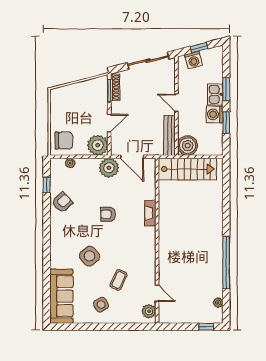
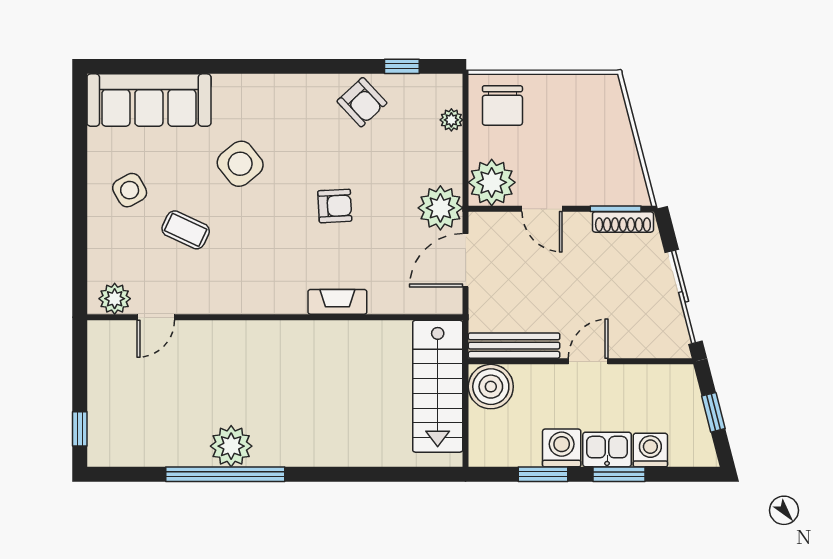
washing machine: (194, 60) -> (650, 450), moved, turned 104
armchair: (108, 214) -> (335, 206), turned 87
plant: (218, 303) -> (231, 446), moved, width x1.87, depth x1.87

